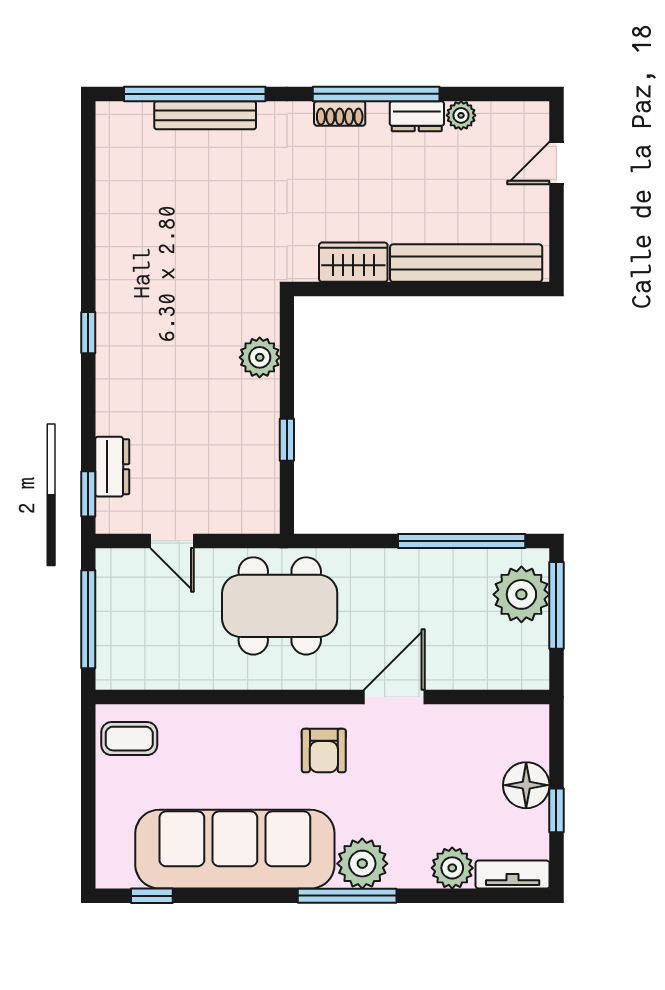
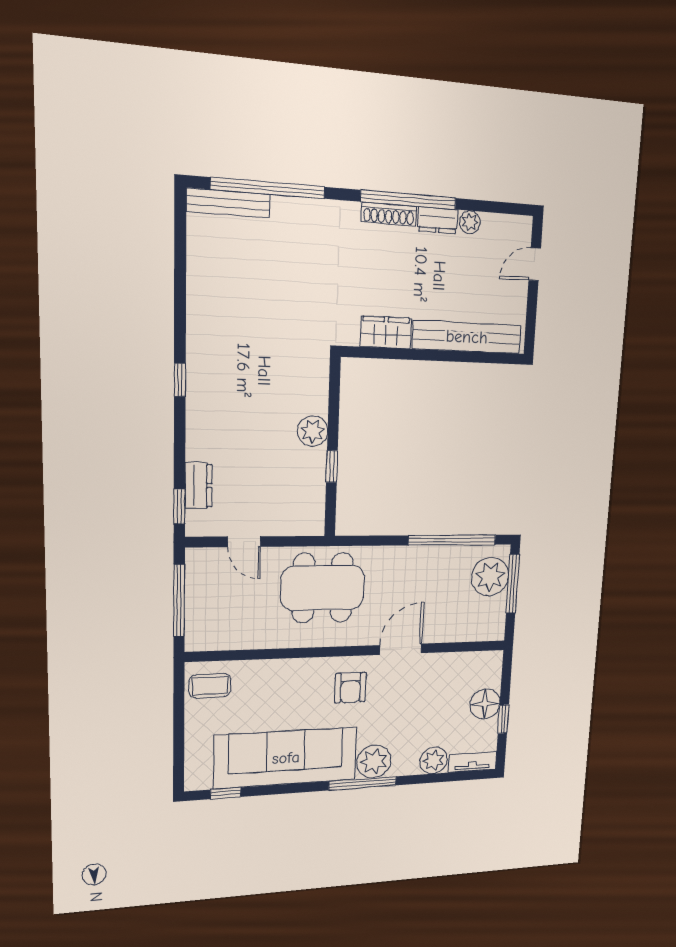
shoe rack: (340, 113) -> (389, 214), width x1.43
bench: (205, 115) -> (228, 203), moved
plant: (260, 357) -> (313, 431), moved

